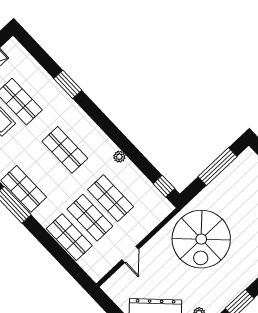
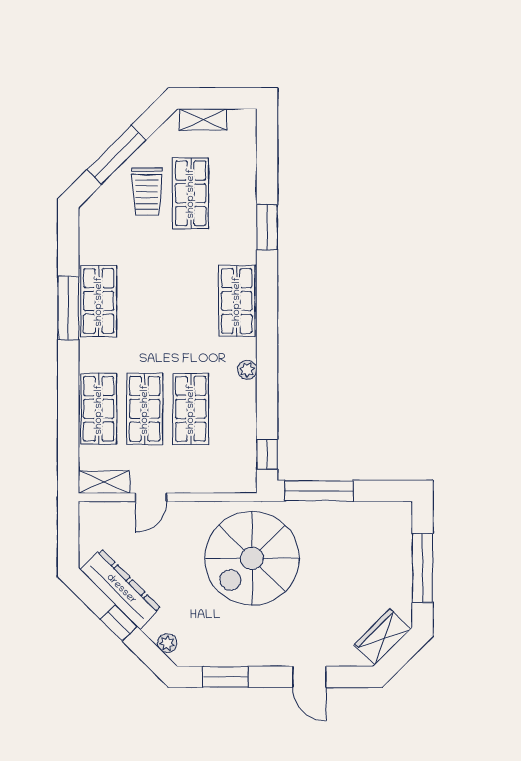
shop shelf: (65, 150) -> (237, 301), moved
window: (217, 167) -> (319, 491), moved
shelving: (103, 268) -> (104, 482), added

